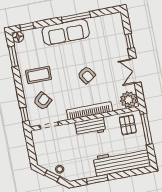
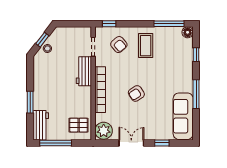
window: (27, 27) -> (196, 55), moved
sofa: (66, 32) -> (183, 116), moved
window: (13, 56) -> (169, 24), width x1.44
workbench: (90, 127) -> (84, 71), moved
window: (147, 129) -> (56, 143), moved
workbench: (122, 161) -> (41, 125), width x0.53, depth x0.76
window: (97, 179) -> (30, 102), moved

